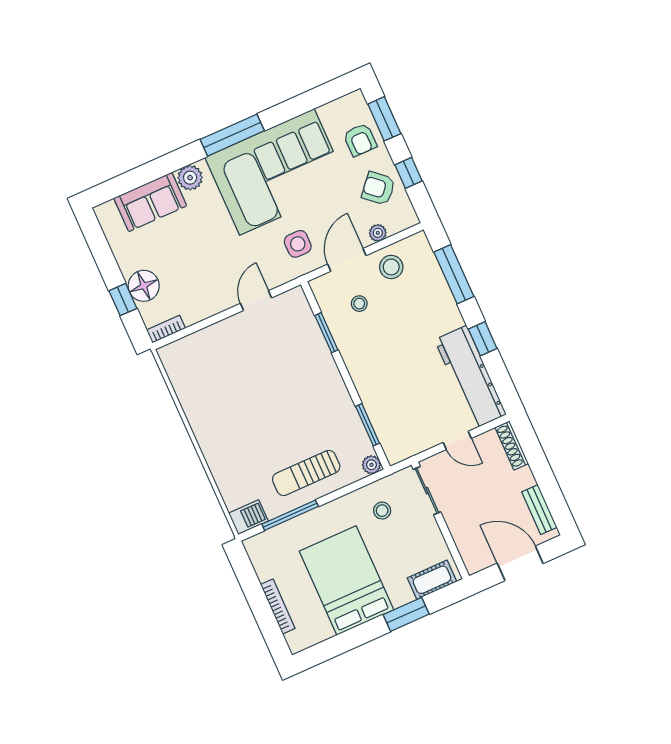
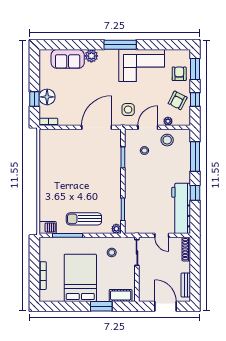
armchair: (360, 140) -> (179, 74), turned 180
corner sofa: (277, 172) -> (142, 66), width x0.73, depth x0.74
armchair: (378, 188) -> (178, 100), turned -104
door: (256, 301) -> (97, 127), width x1.88

